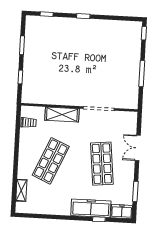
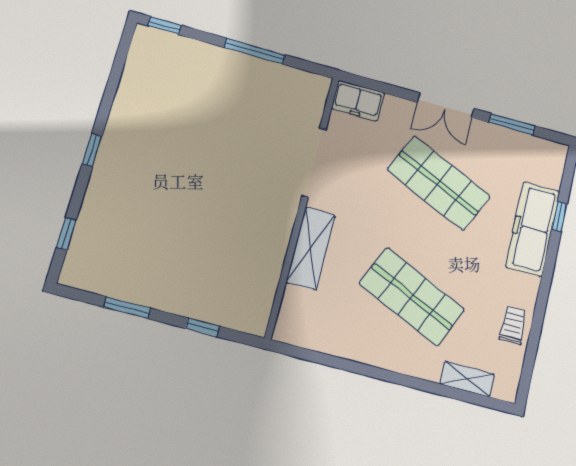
trolley: (28, 123) -> (513, 325), moved
double door: (138, 148) -> (446, 105), moved
shop shelf: (102, 164) -> (439, 183), turned 30
freezer: (122, 212) -> (358, 101), moved, turned -90

